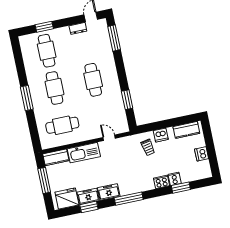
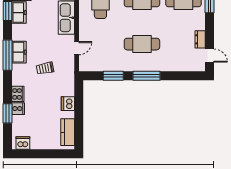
window: (114, 38) -> (146, 76), moved
trolley: (148, 147) -> (45, 68), moved
dishwasher: (202, 154) -> (23, 143), moved
freezer: (109, 192) -> (19, 52), moved

